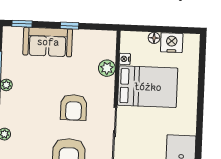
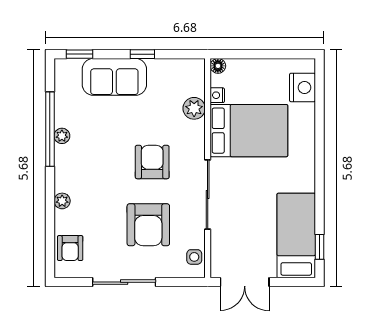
floor lamp: (154, 38) -> (218, 66), moved
nightstand: (172, 43) -> (302, 87), moved, turned 90
armchair: (74, 107) -> (152, 162), turned 180

